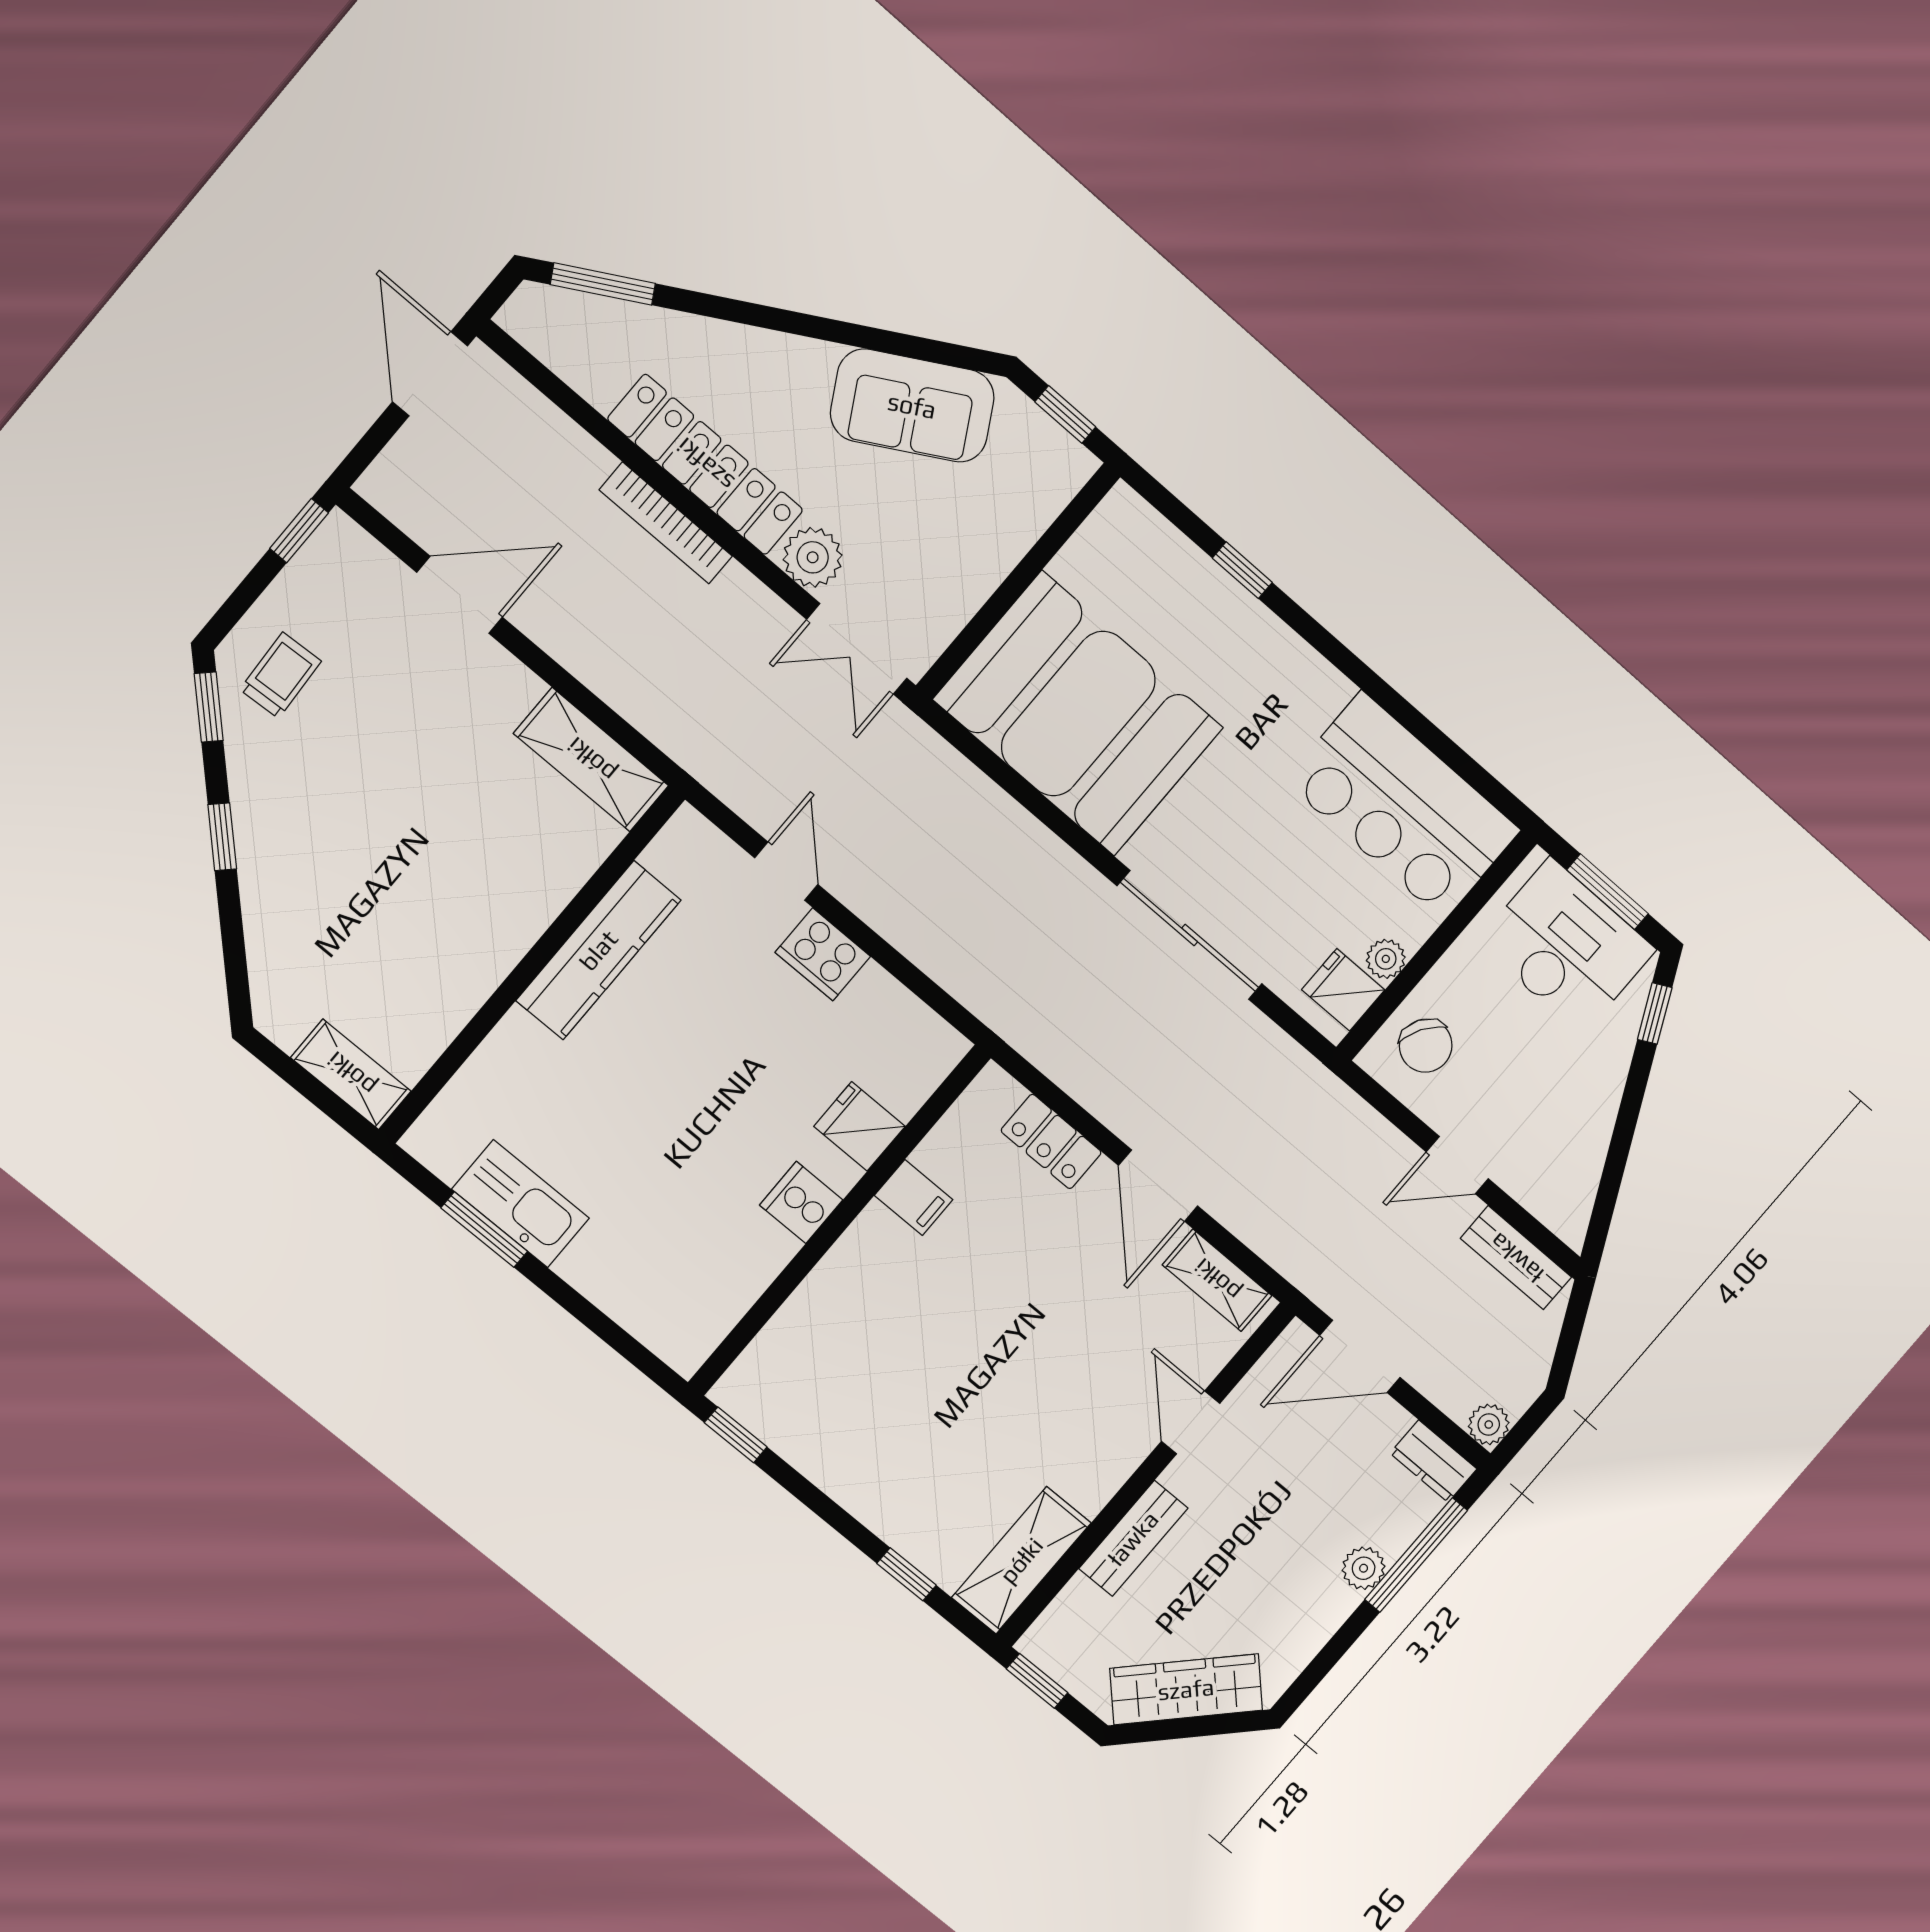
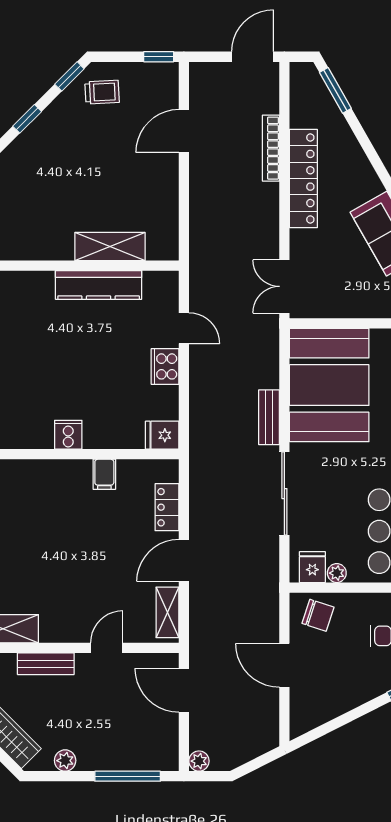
bookcase: (666, 523) -> (271, 148), moved
plant: (813, 557) -> (303, 243), removed
door: (460, 595) -> (184, 131), swing flipped
shelving: (591, 760) -> (110, 246), moved, turned 90
door: (786, 871) -> (184, 328), hinge flipped
chair: (1426, 1046) -> (318, 615), turned -104
fridge: (859, 1126) -> (162, 435), moved, turned -90
door: (1457, 1165) -> (284, 665), width x1.38
bench: (1516, 1258) -> (269, 417), moved
dresser: (1433, 1461) -> (168, 752), removed
plant: (1364, 1568) -> (65, 761), moved

